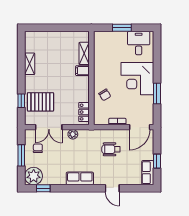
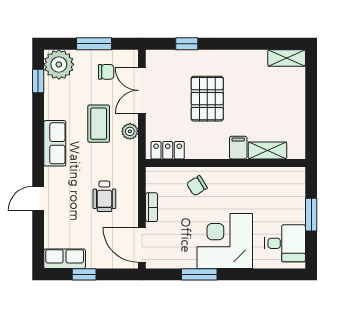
shelving: (30, 64) -> (287, 58), moved
pallet: (40, 102) -> (207, 99), moved
wheelchair: (111, 149) -> (104, 196), turned 180
coffee table: (68, 153) -> (99, 124), added

